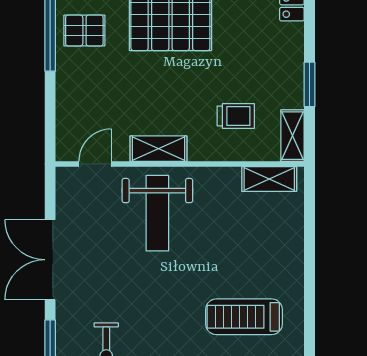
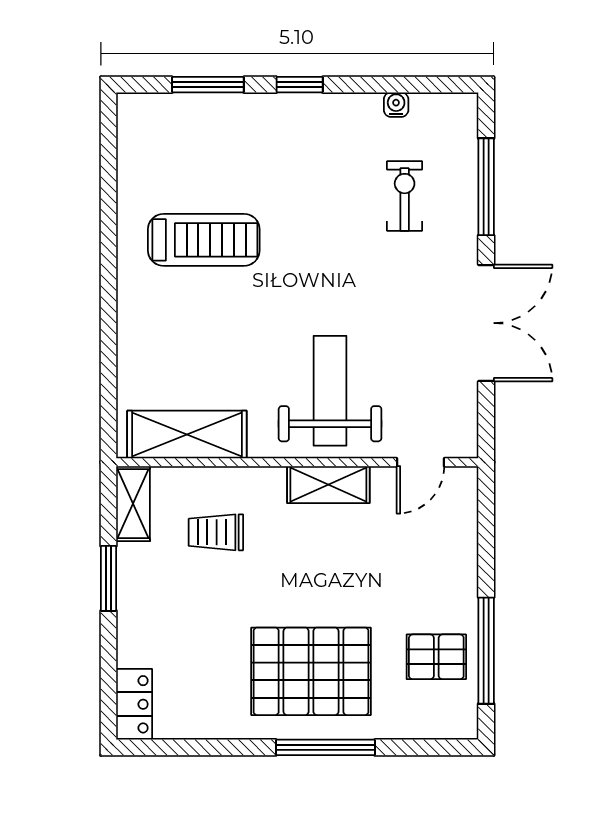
shelving: (269, 179) -> (187, 435), width x1.50, depth x1.33

